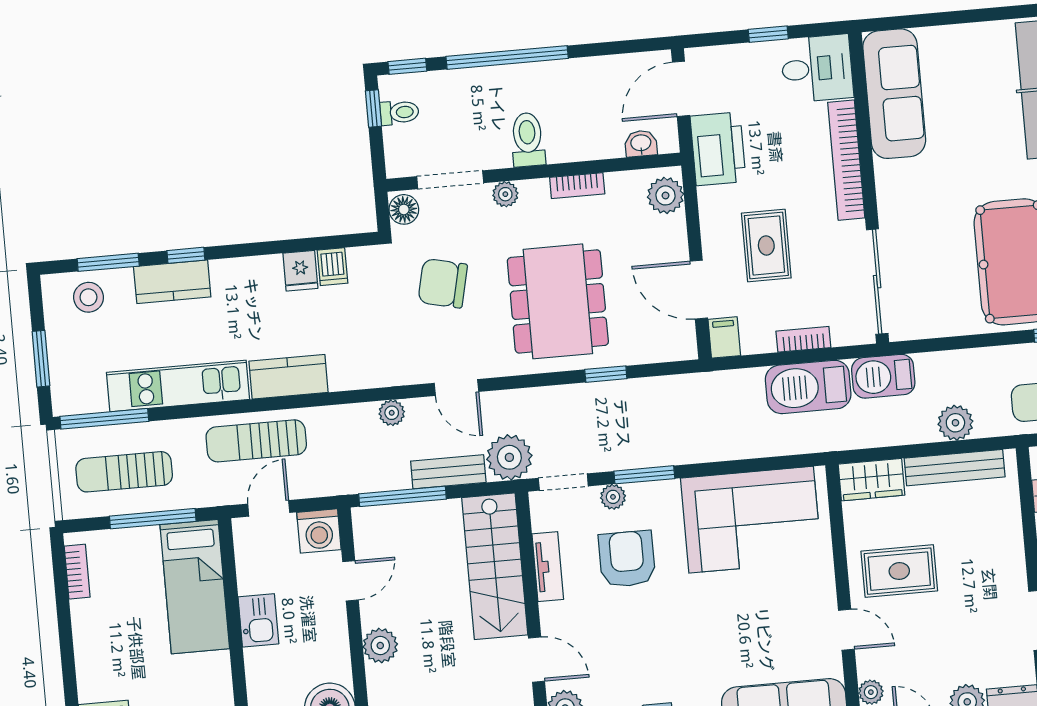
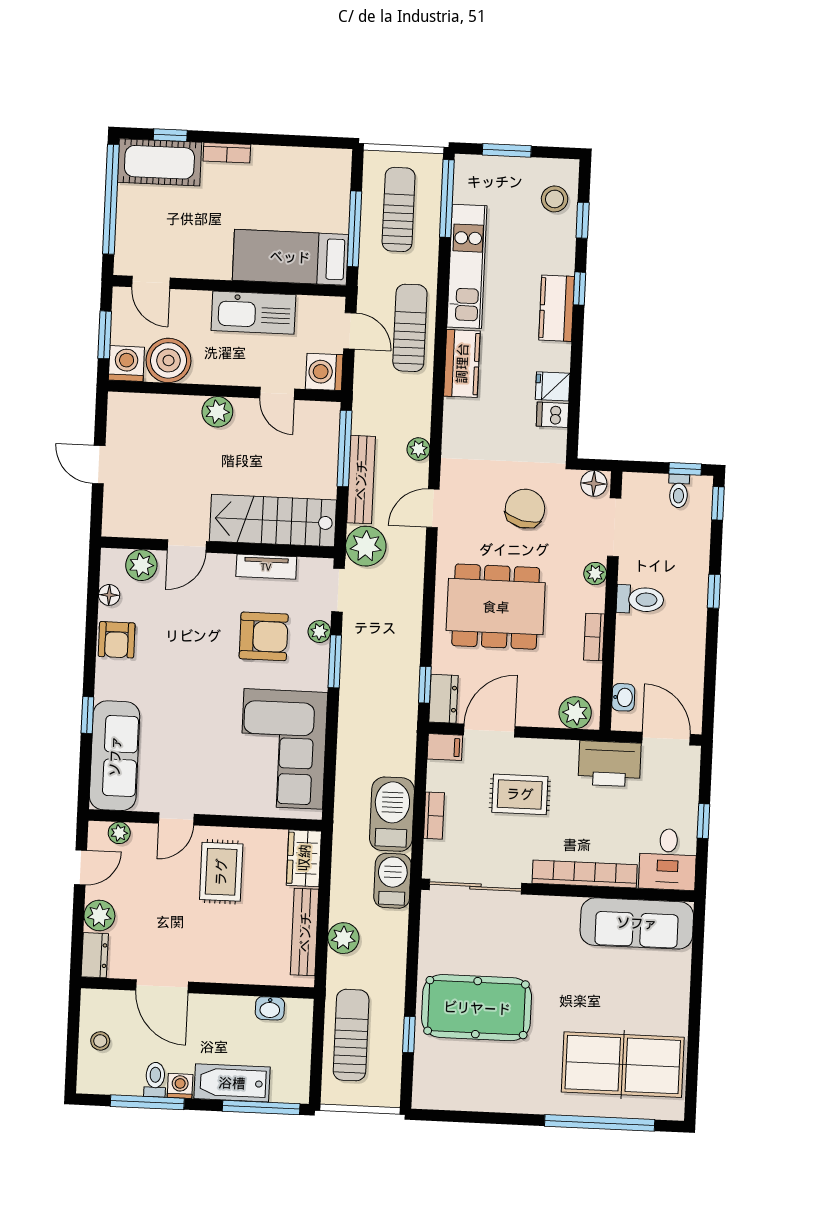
window: (507, 57) -> (714, 591), width x0.32
window: (108, 262) -> (583, 220), width x0.67
kitchen counter: (172, 282) -> (557, 308), moved
dresser: (670, 346) -> (443, 699), added
window: (606, 374) -> (425, 685), moved
bench: (448, 472) -> (361, 480), width x1.36
bookcase: (77, 572) -> (227, 153), moved
kitchen sink: (258, 620) -> (253, 313), width x1.88, depth x1.24

